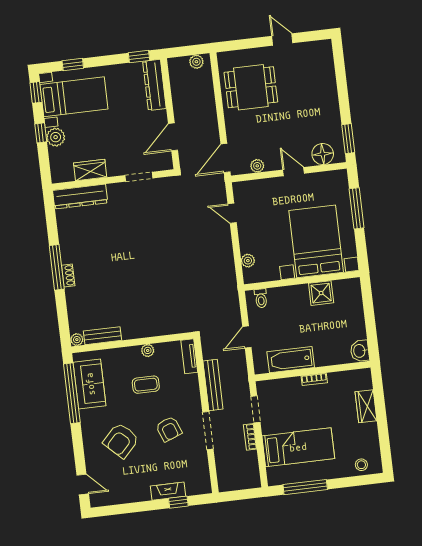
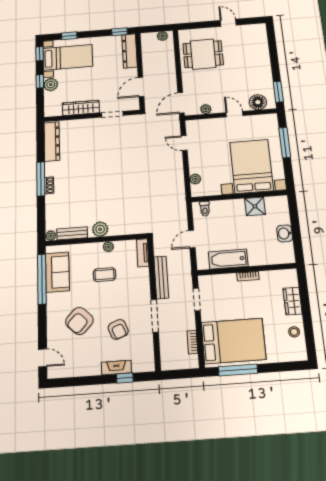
wardrobe: (90, 170) -> (81, 108), width x1.50
dresser: (80, 197) -> (52, 141), moved, turned -90
plant: (136, 329) -> (100, 229), added
washbasin: (360, 351) -> (285, 233), moved
armchair: (169, 429) -> (118, 329), moved
bookcase: (250, 437) -> (192, 342), moved
bed: (298, 447) -> (233, 341), width x1.50
stool: (361, 465) -> (294, 332), moved

